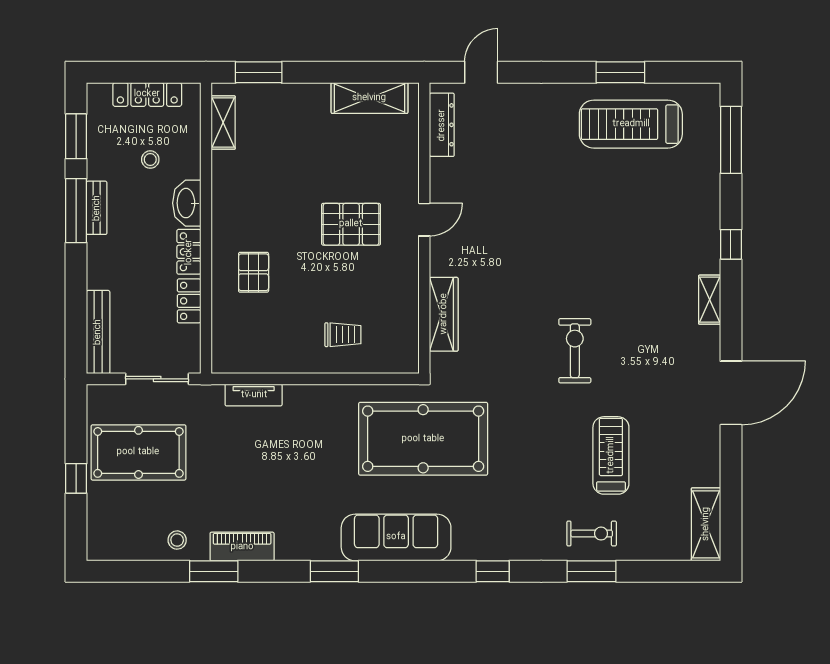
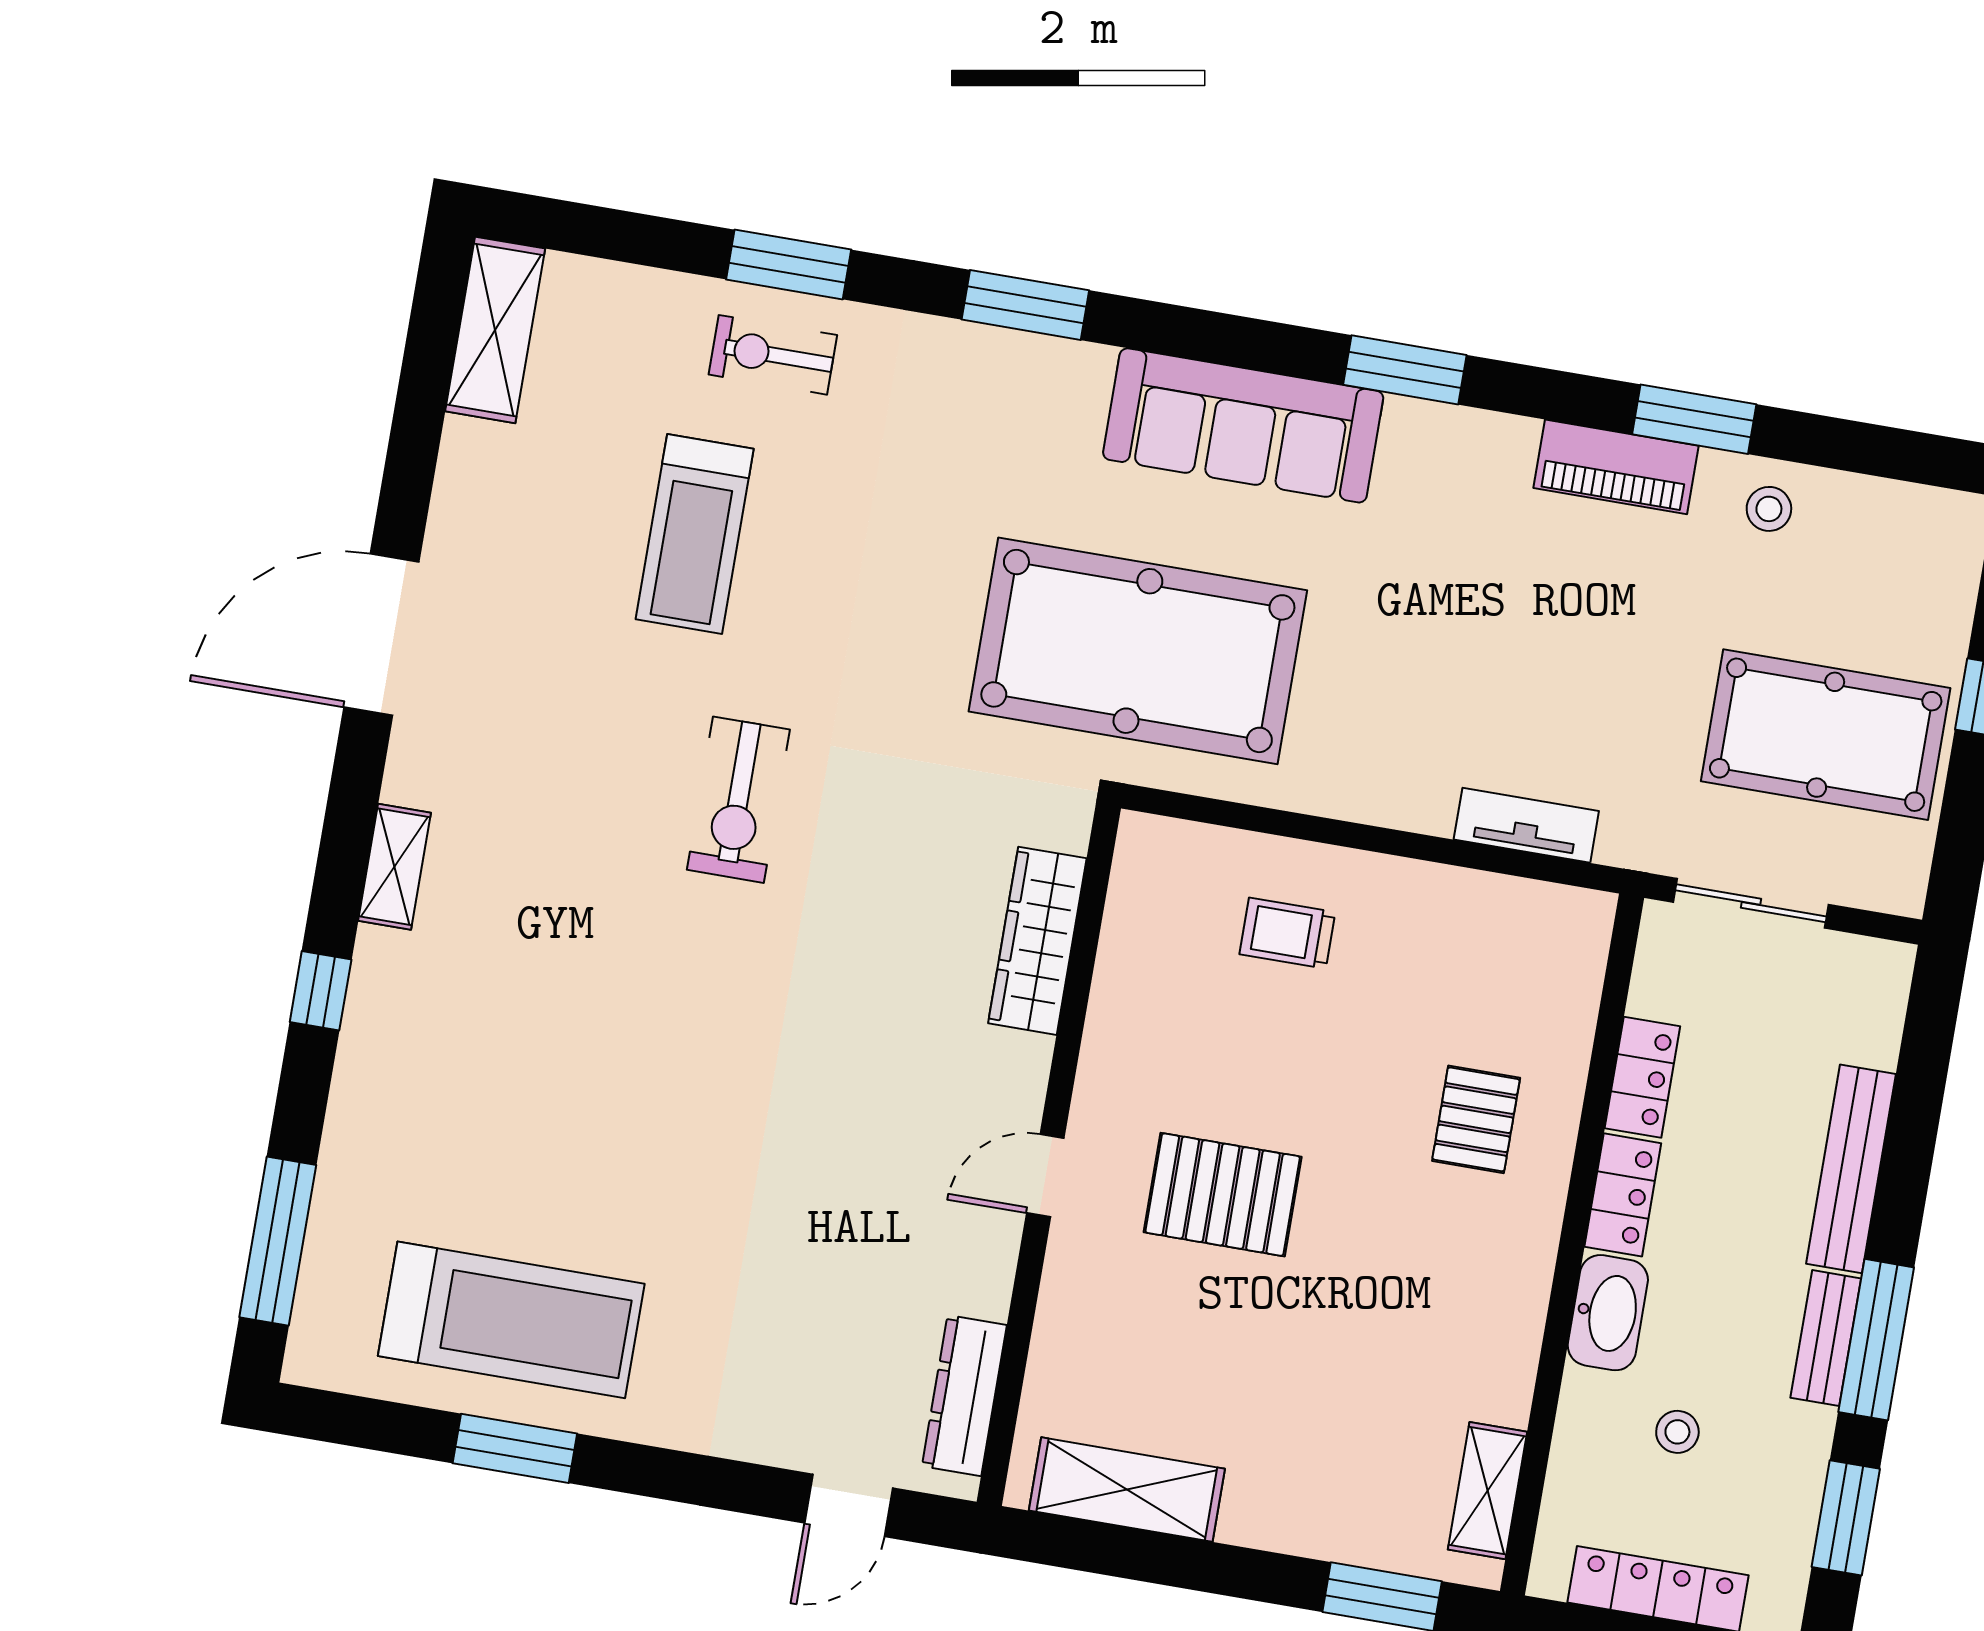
bench: (98, 332) -> (1851, 1169), moved
window: (493, 571) -> (1025, 305), width x1.50

